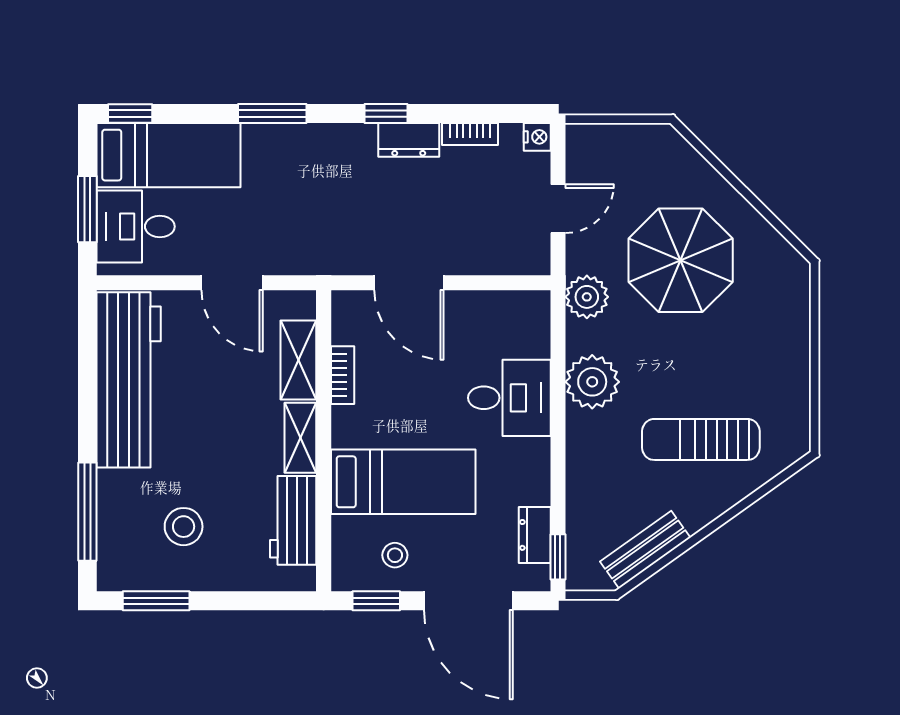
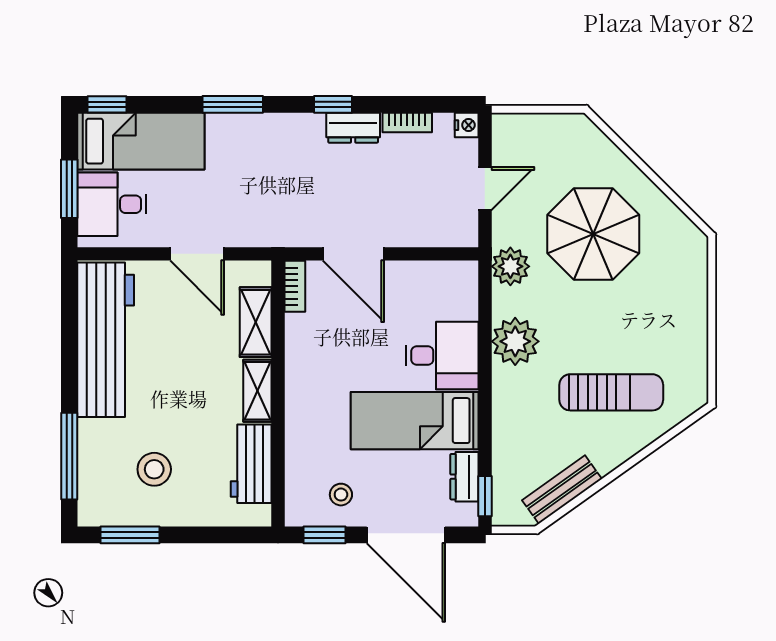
bookcase: (343, 375) -> (295, 286), moved
sun lounger: (701, 439) -> (611, 392), turned 180
bed: (403, 482) -> (415, 421), moved, turned 180

